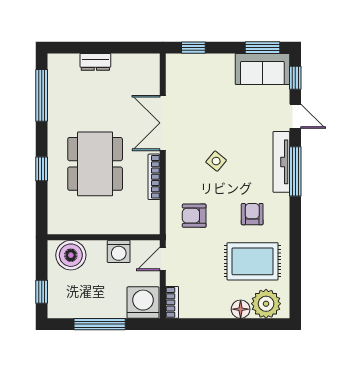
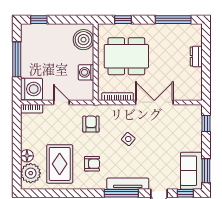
wall: (104, 237) -> (96, 62), moved
washing machine: (119, 251) -> (86, 72), moved
boiler: (71, 255) -> (84, 40), moved

